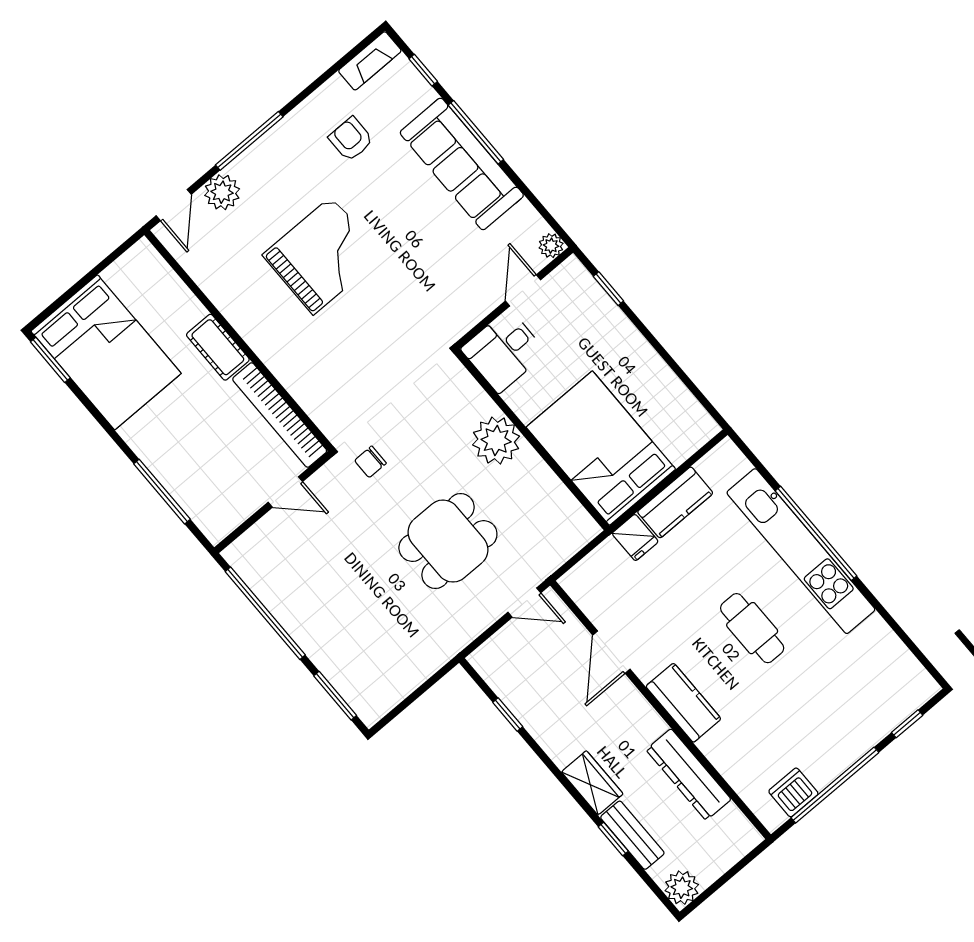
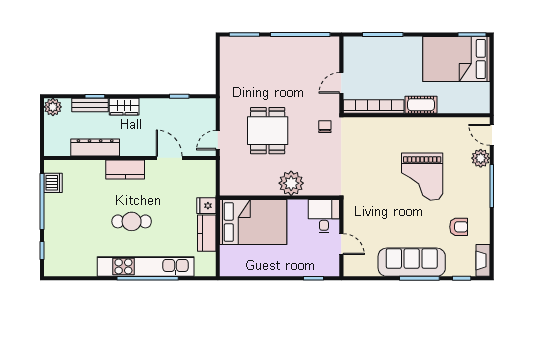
plant: (551, 246) -> (350, 270), removed

